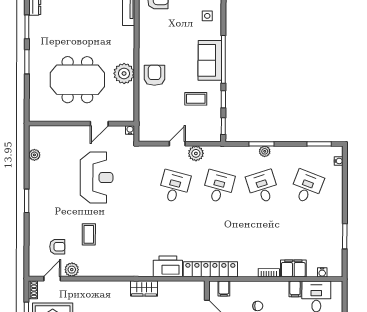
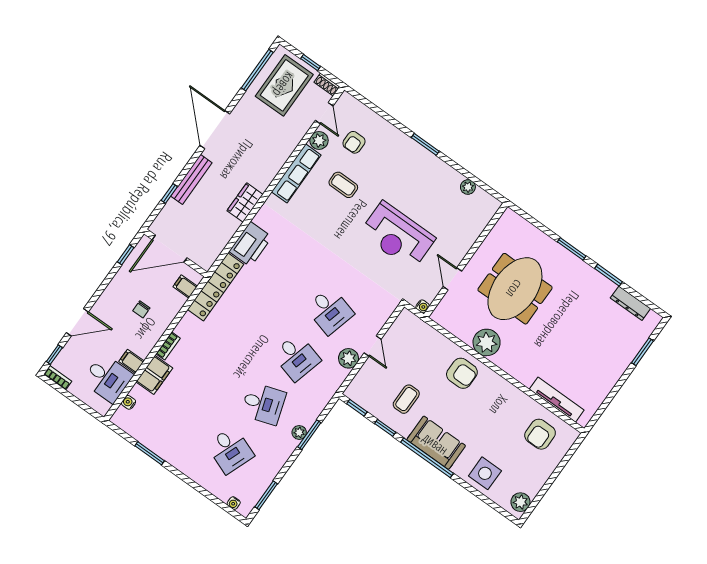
side table: (207, 16) -> (485, 473), width x1.87, depth x1.87
row of seats: (103, 269) -> (296, 173), added

